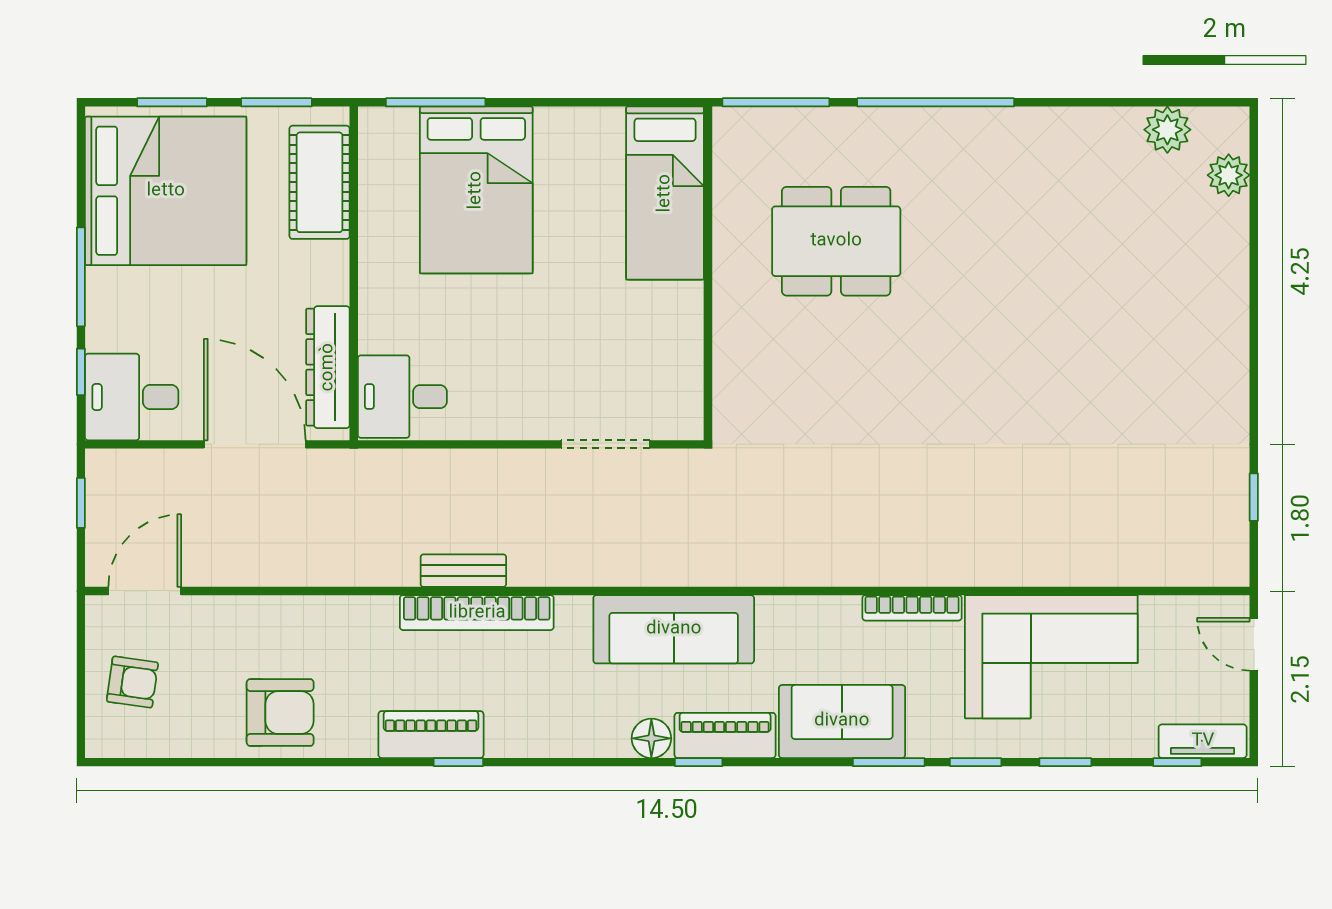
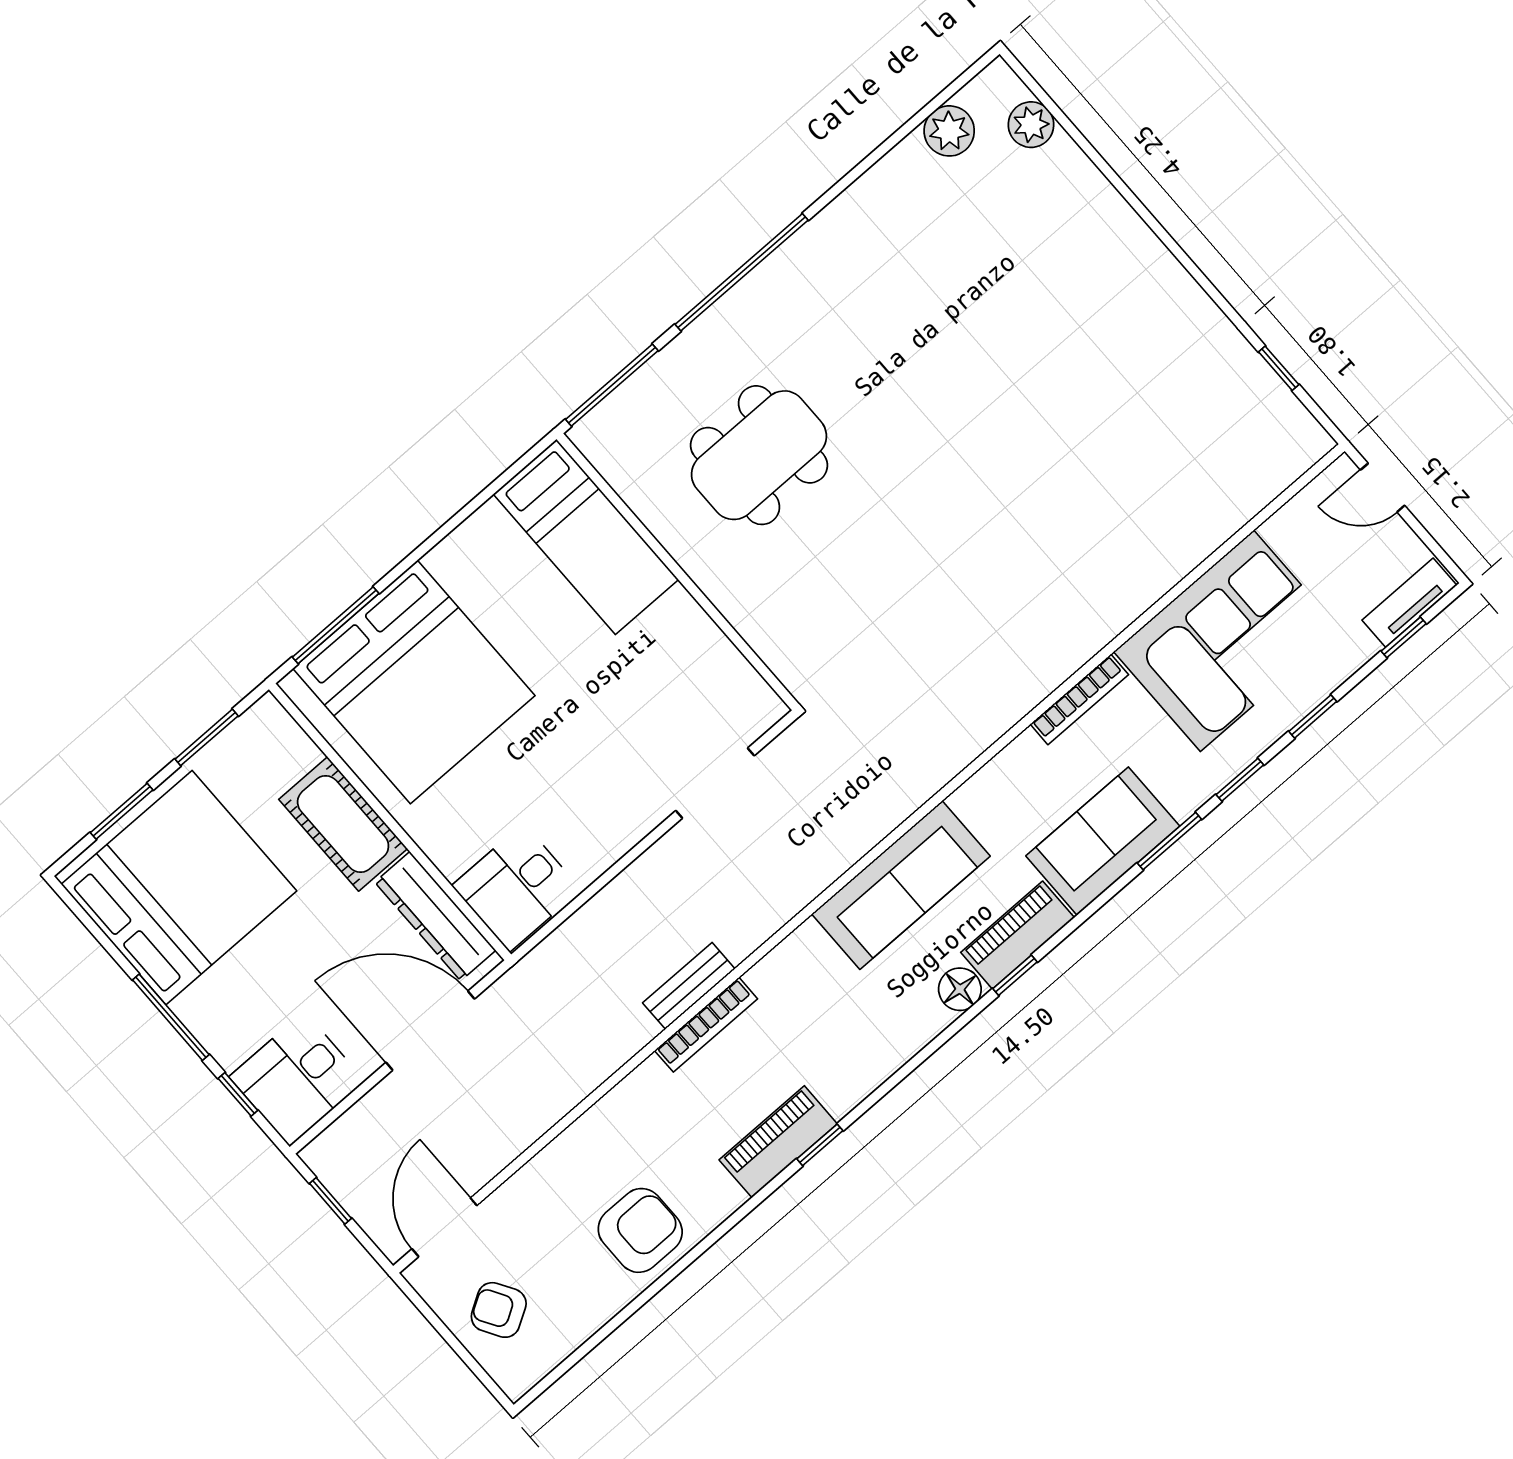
cot: (320, 182) -> (343, 824), moved
bed: (476, 190) -> (414, 682), width x1.36
bookcase: (477, 613) -> (706, 1025), width x0.68, depth x0.76
armchair: (132, 682) -> (499, 1310), turned -129

